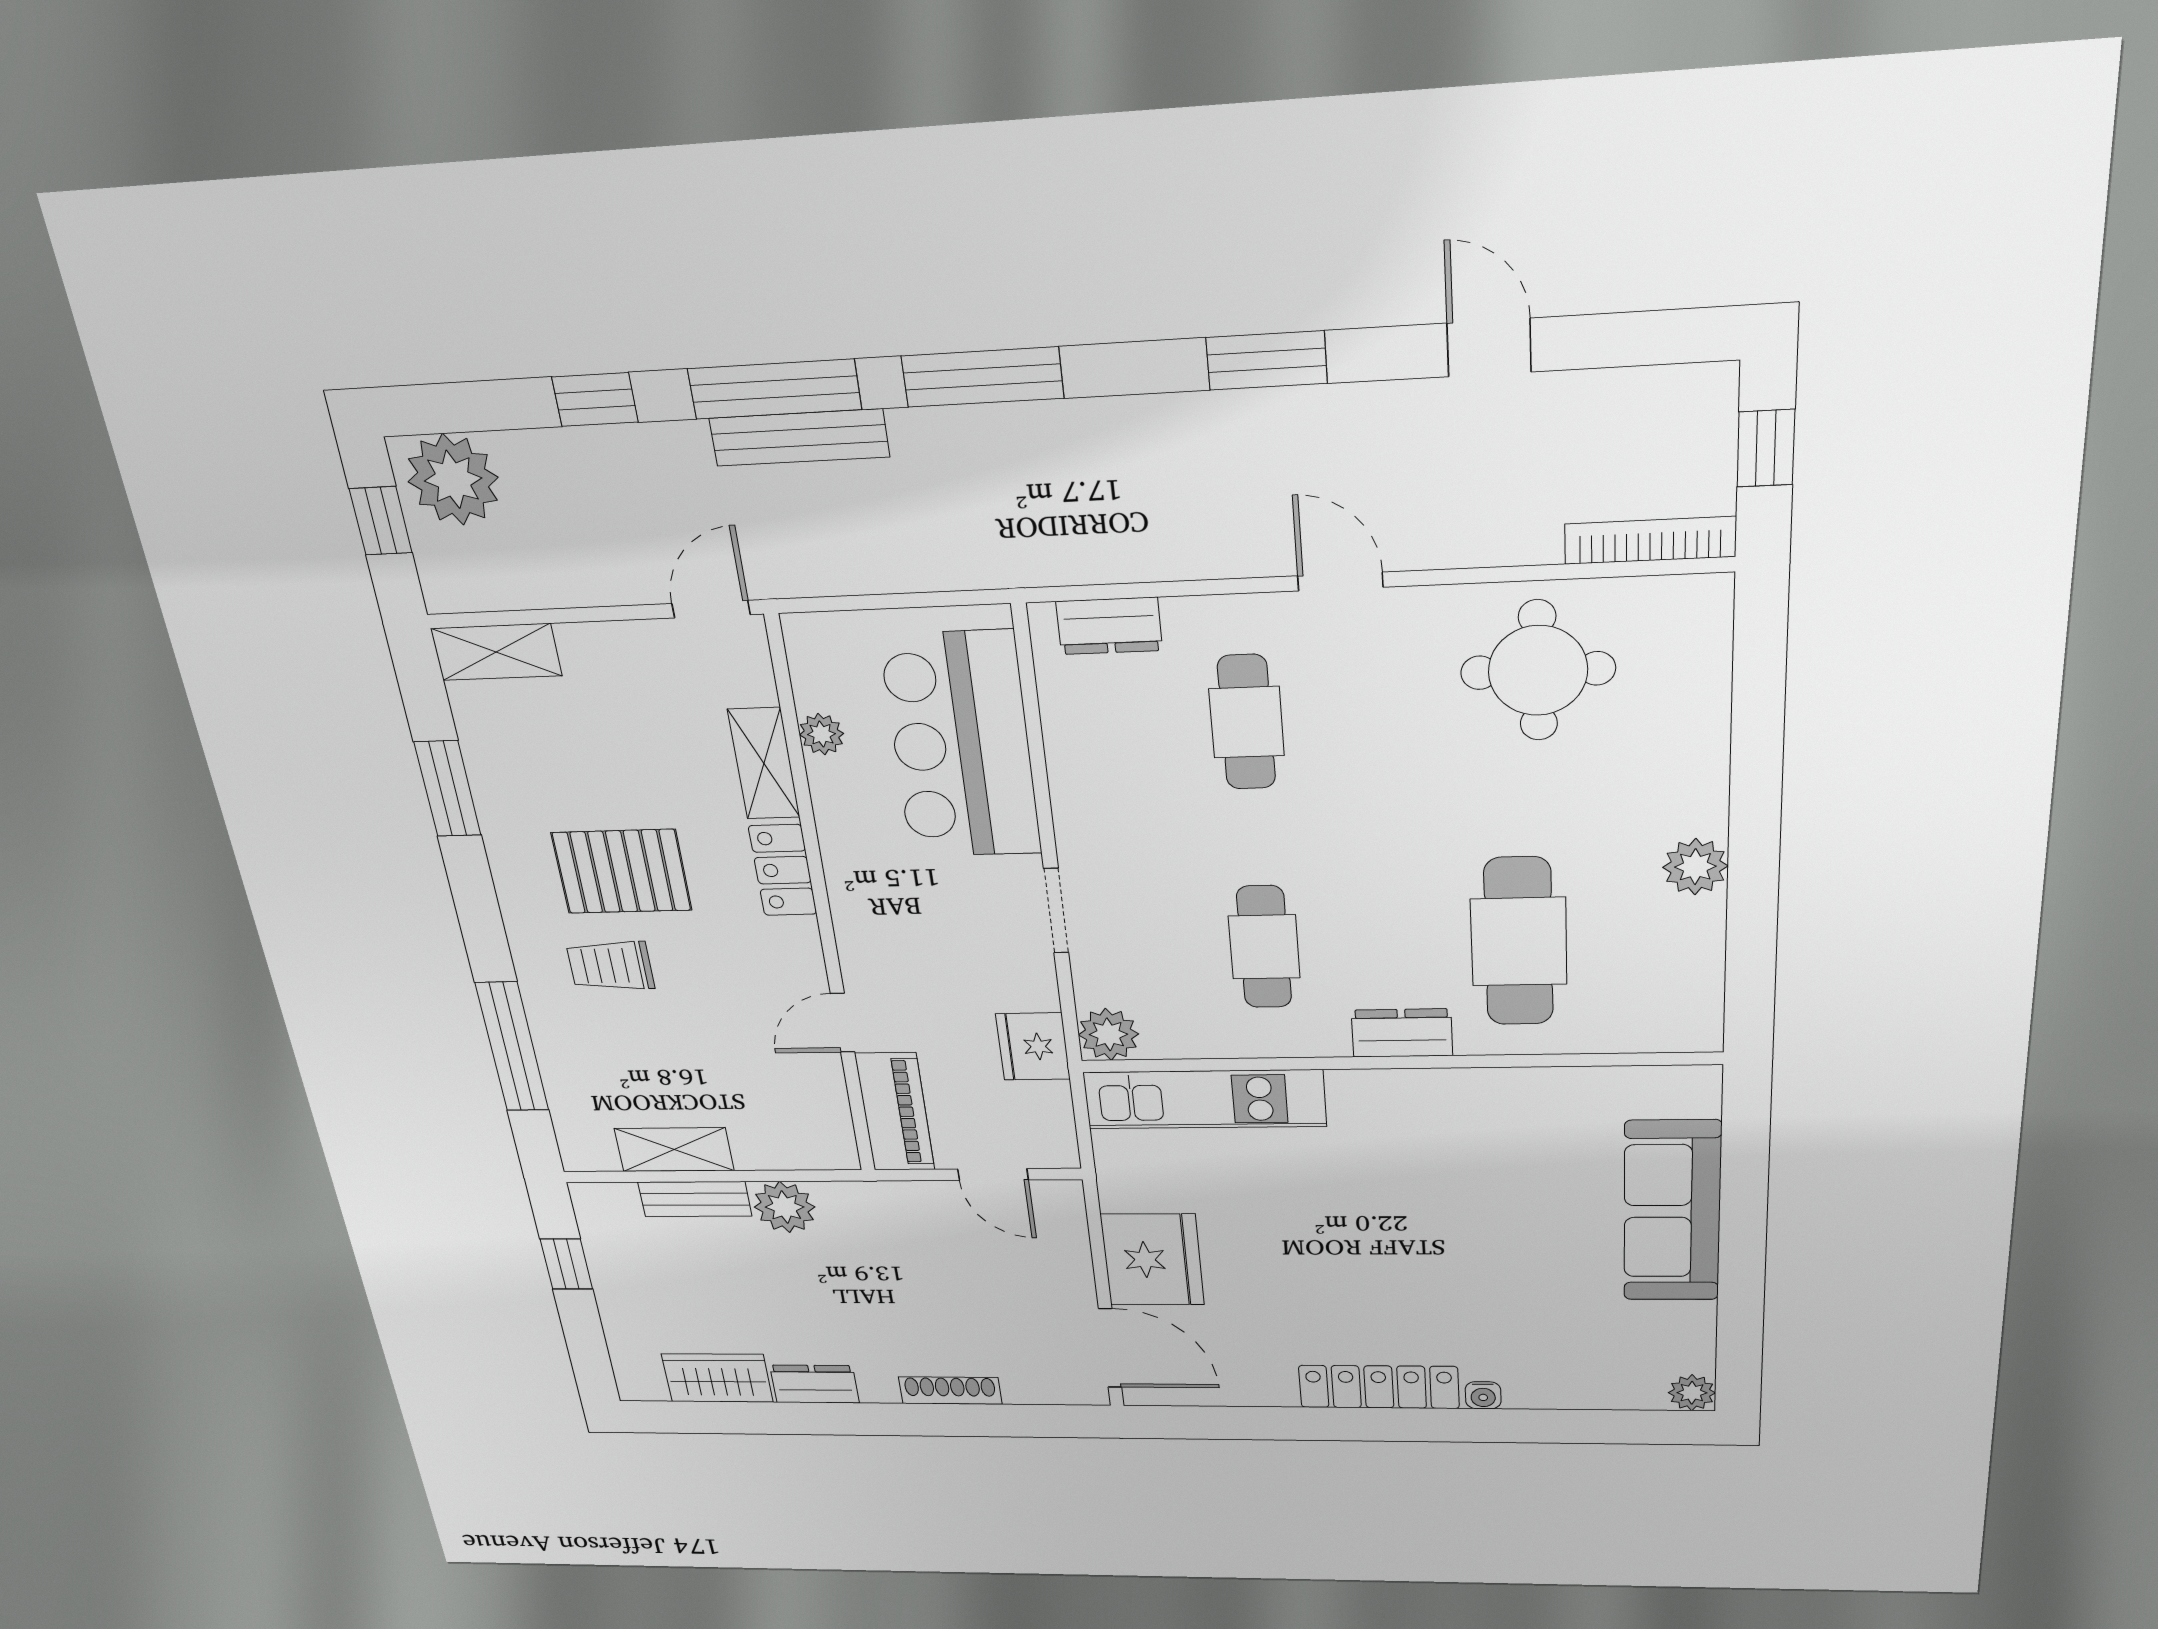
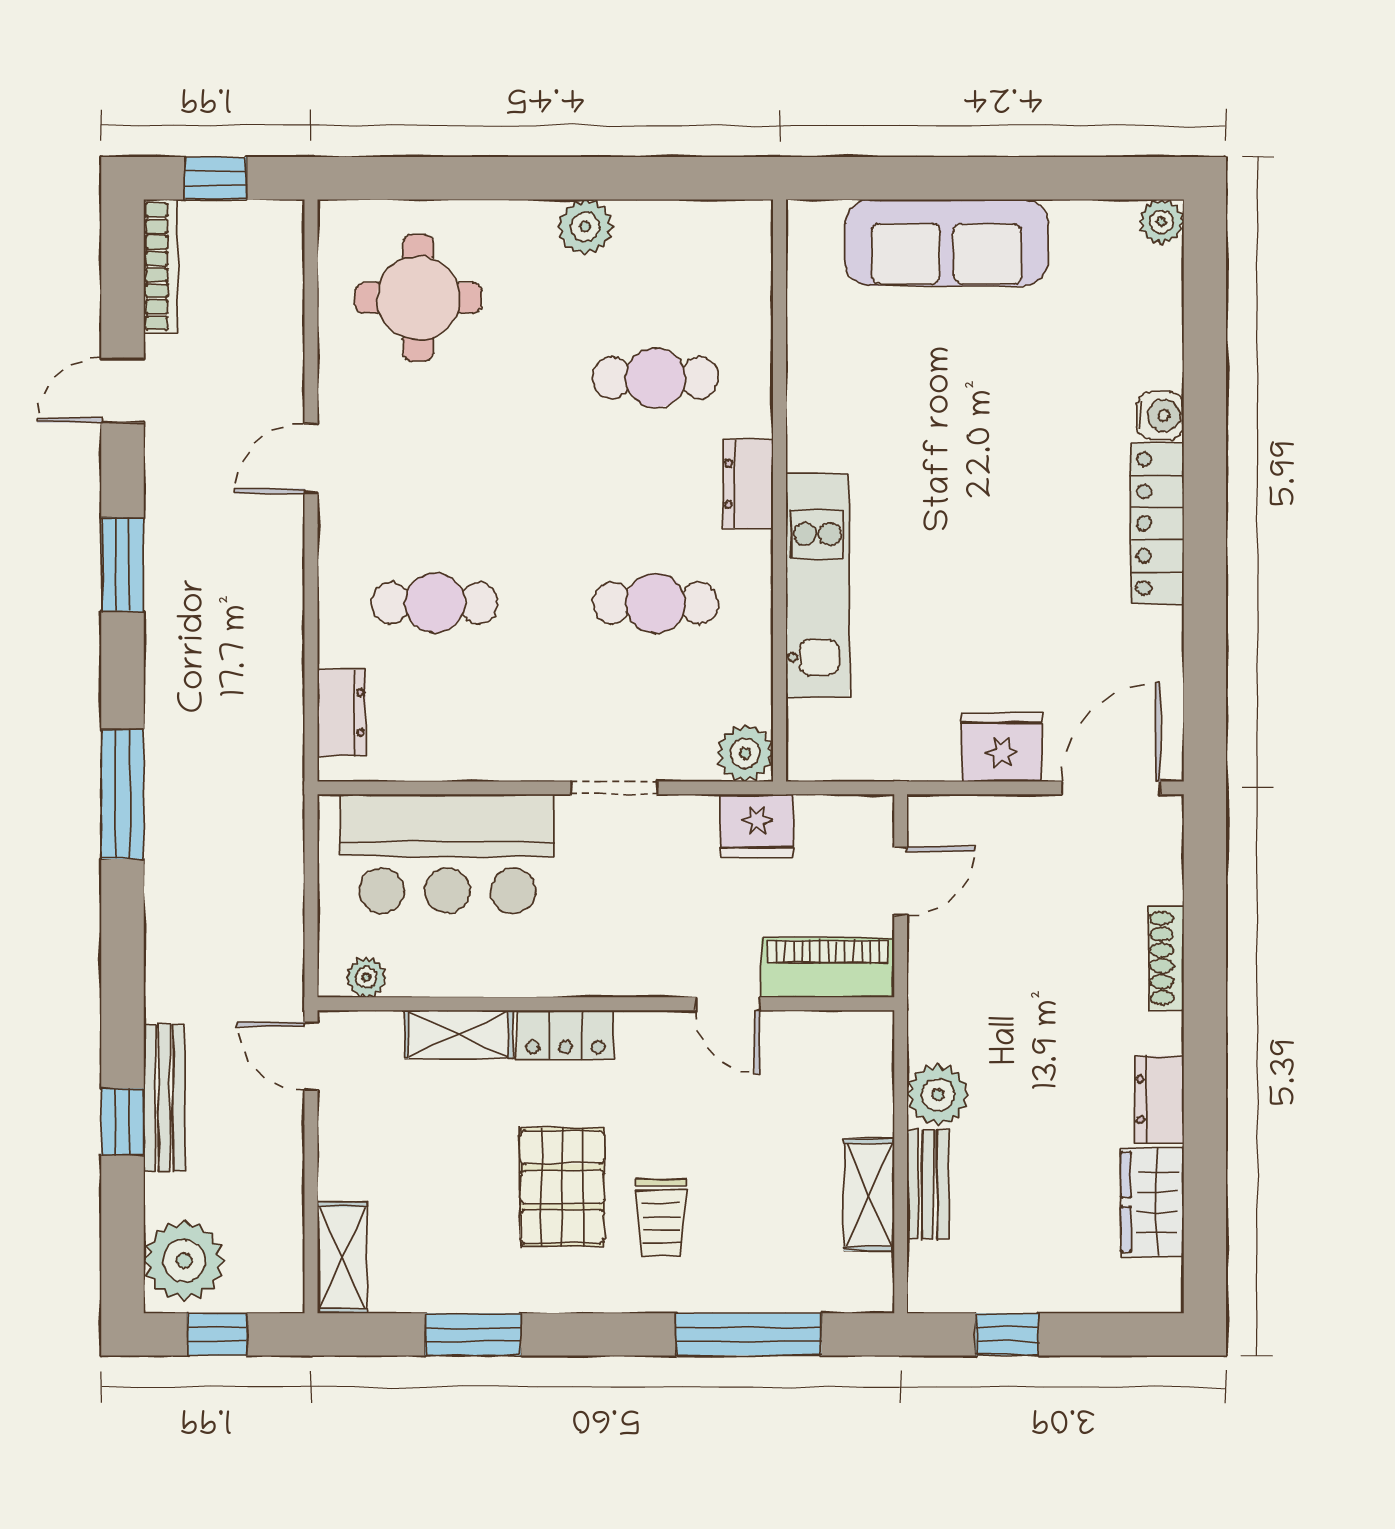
window: (775, 389) -> (122, 968), removed
bench: (799, 438) -> (164, 1098), moved
bookcase: (1650, 540) -> (161, 267), moved, turned 180
door: (1340, 582) -> (311, 458), moved
round table: (1538, 671) -> (418, 298), moved
plant: (821, 734) -> (366, 977), moved
cafe table: (1519, 942) -> (656, 378), width x0.73, depth x0.74
kitchen unit: (1205, 1099) -> (817, 586), moved
fridge: (1152, 1260) -> (1002, 747), width x0.73, depth x0.75
water cooler: (1483, 1395) -> (1160, 415), width x1.38, depth x1.38

